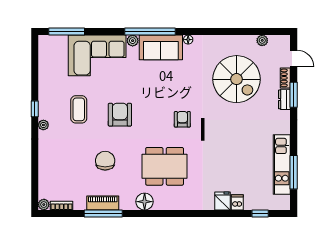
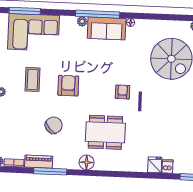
corner sofa: (97, 55) -> (33, 32), moved
chair: (105, 161) -> (54, 125), turned 48
piano: (103, 203) -> (39, 162), moved

